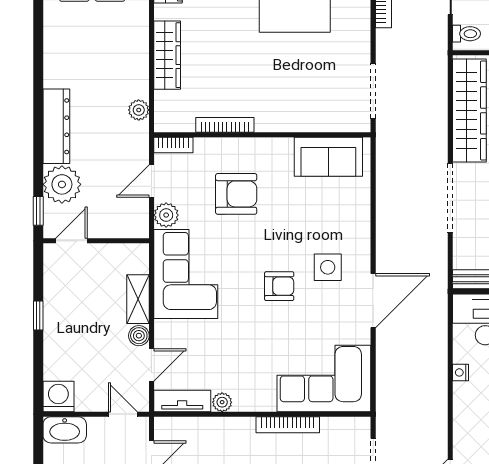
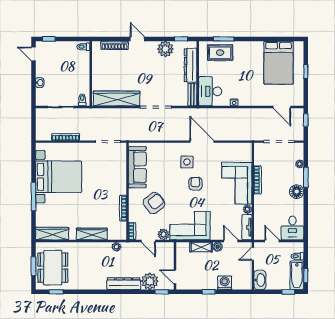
sofa: (328, 157) -> (137, 167), width x1.36
armchair: (236, 194) -> (154, 203), turned 52
corner sofa: (324, 378) -> (237, 183), moved
washing machine: (58, 396) -> (225, 283), moved, turned 90

